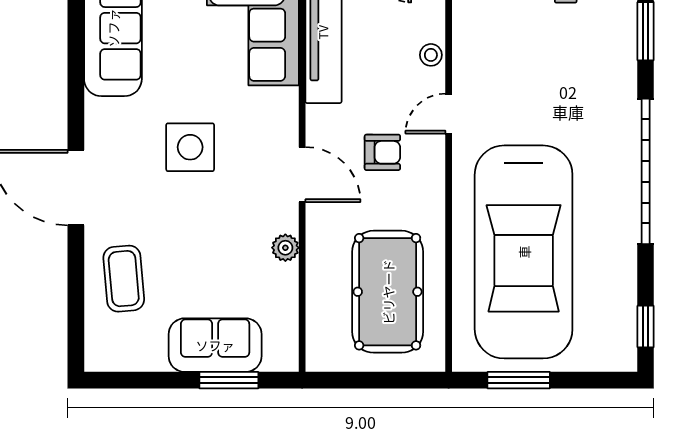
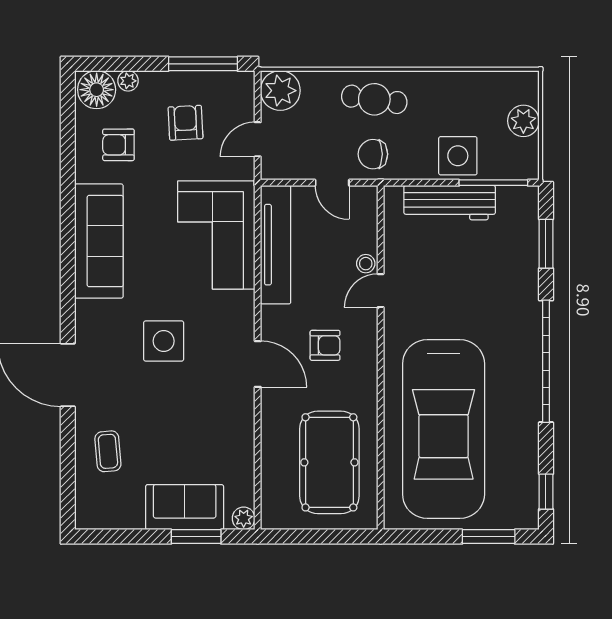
door: (449, 114) -> (381, 291), moved
plant: (285, 248) -> (244, 518), moved
coffee table: (124, 279) -> (108, 451), width x0.73, depth x0.77
window: (519, 380) -> (489, 537), moved

